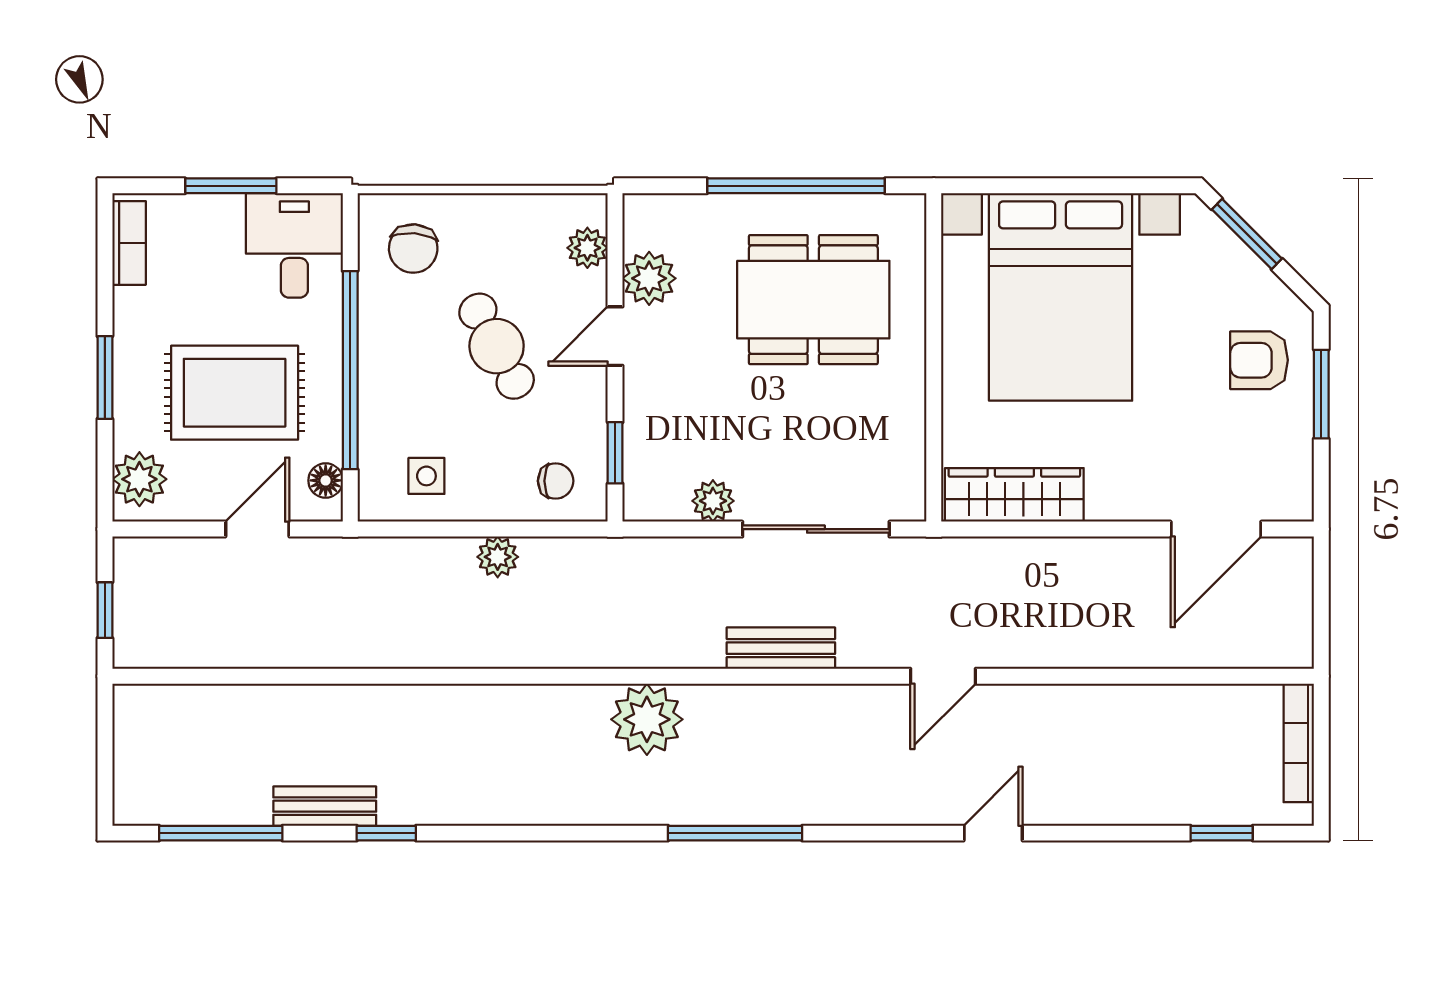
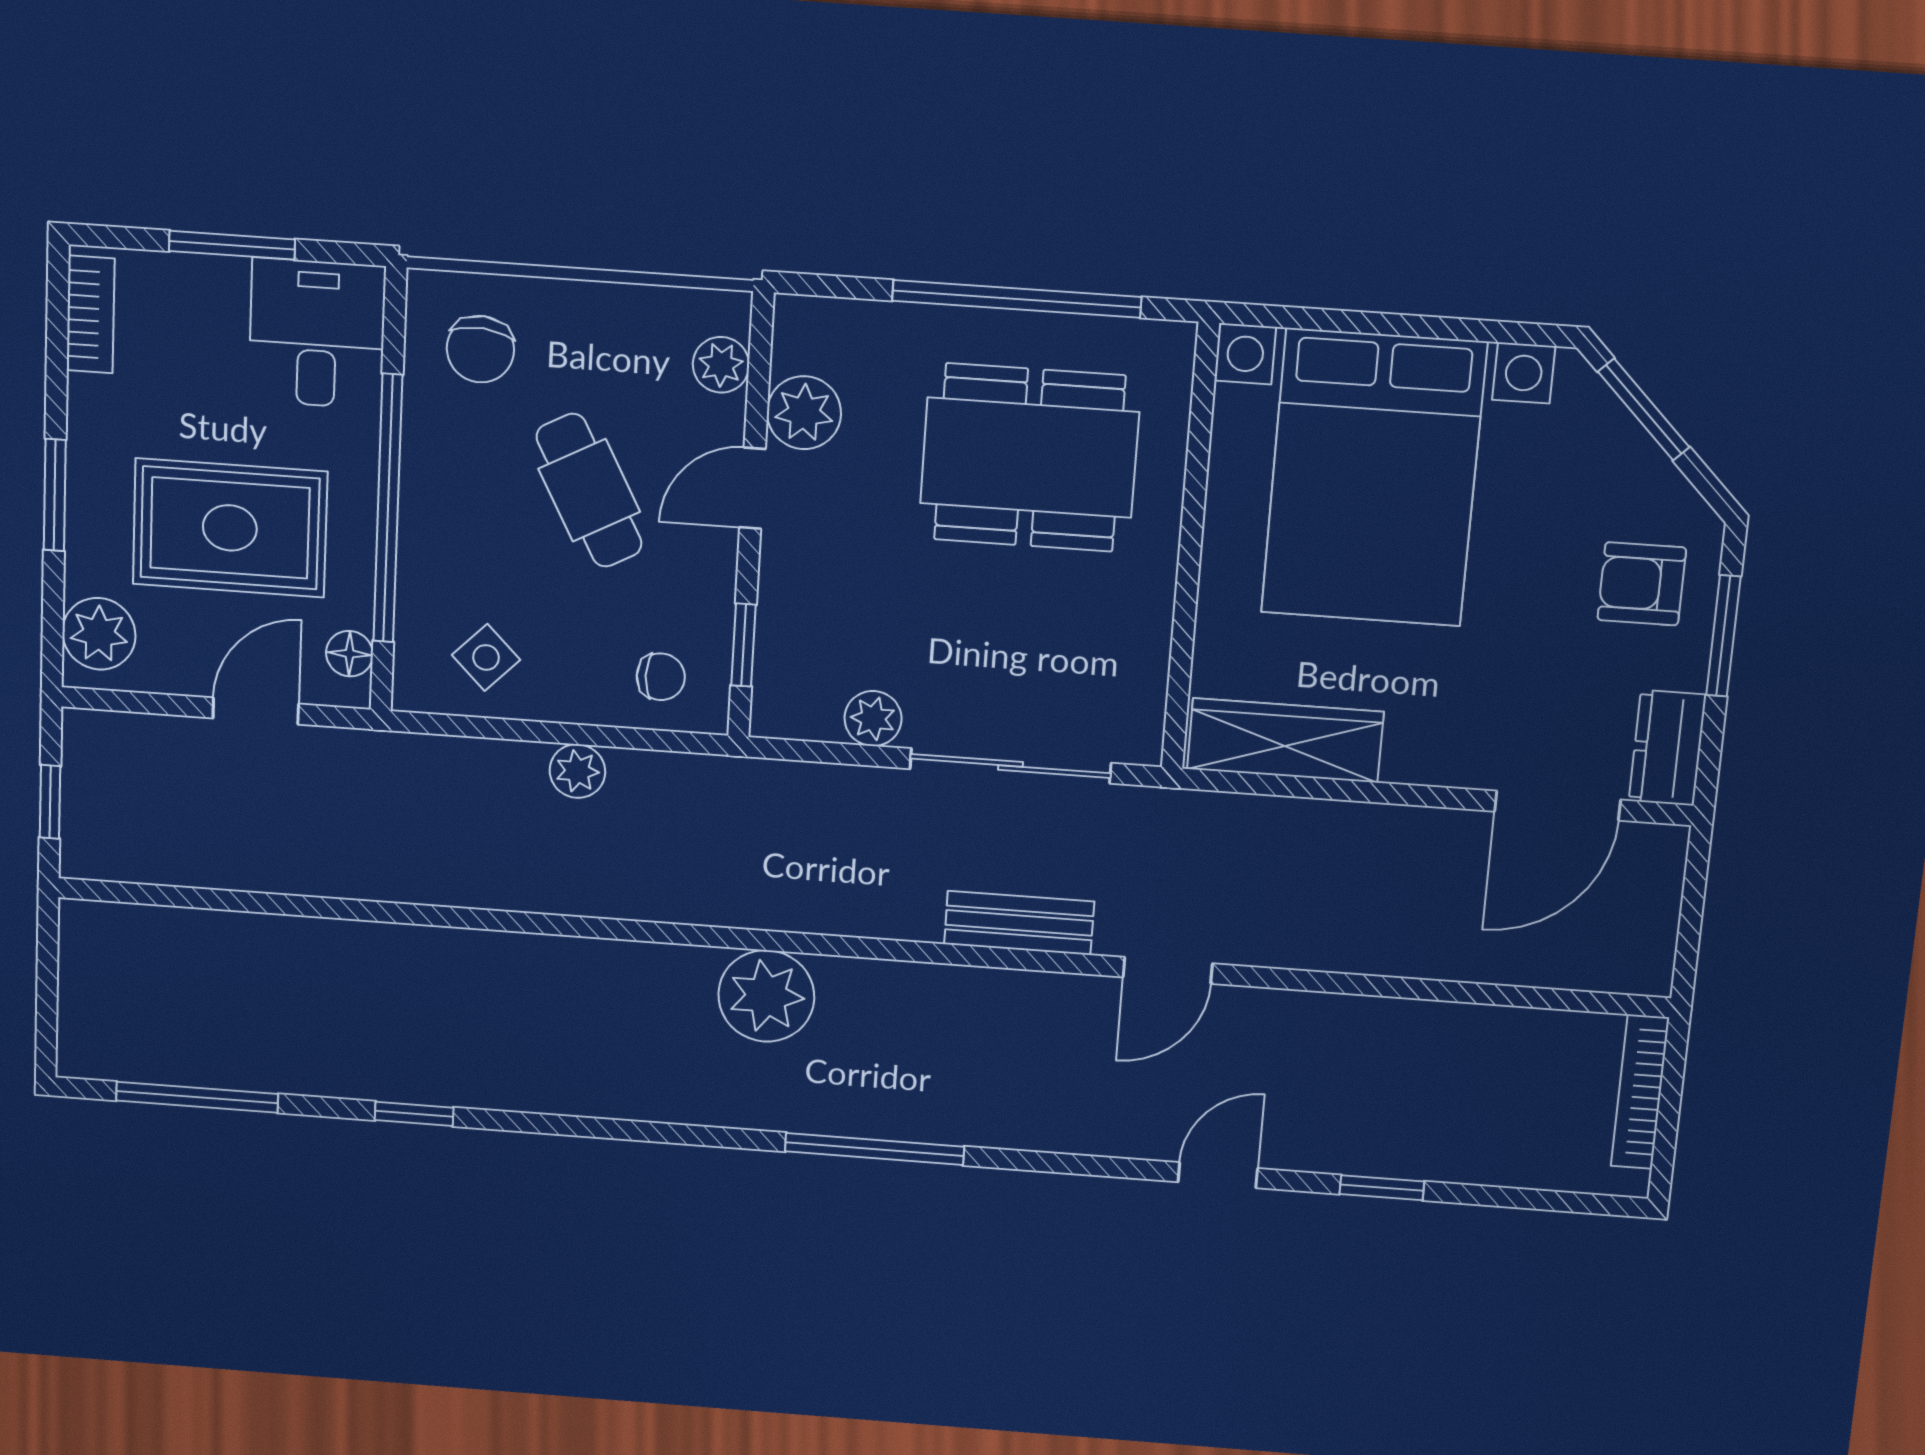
side table: (426, 476) -> (486, 657), turned 45
dresser: (1290, 480) -> (1667, 748), added
bench: (781, 648) -> (1019, 923), moved
bench: (325, 806) -> (334, 1074), removed
window: (1222, 833) -> (1382, 1188), moved

